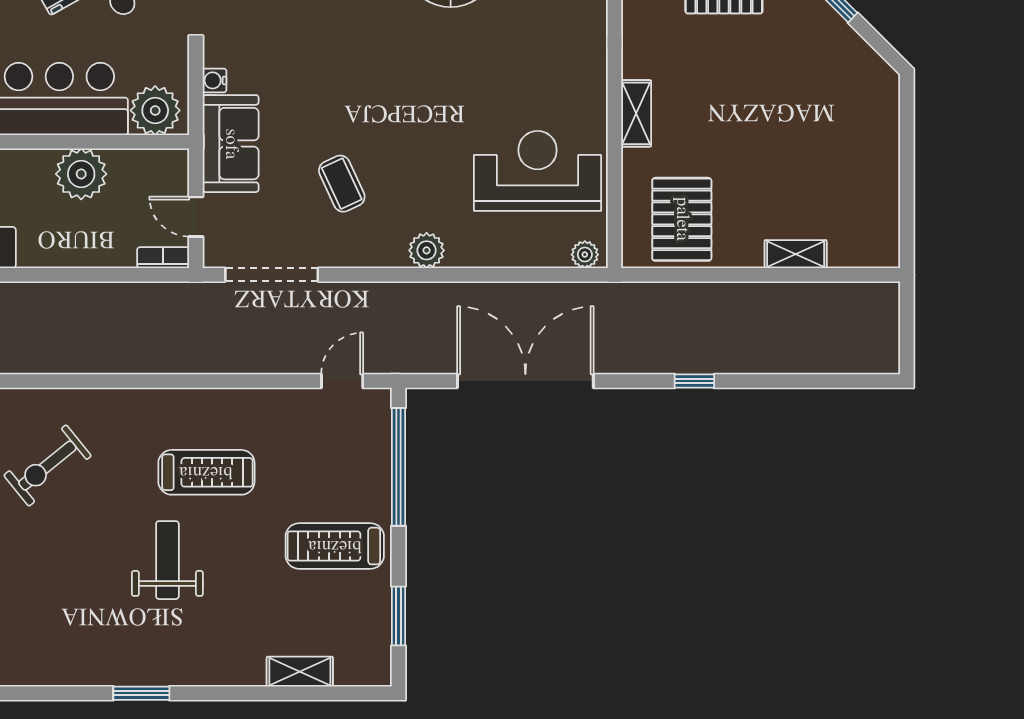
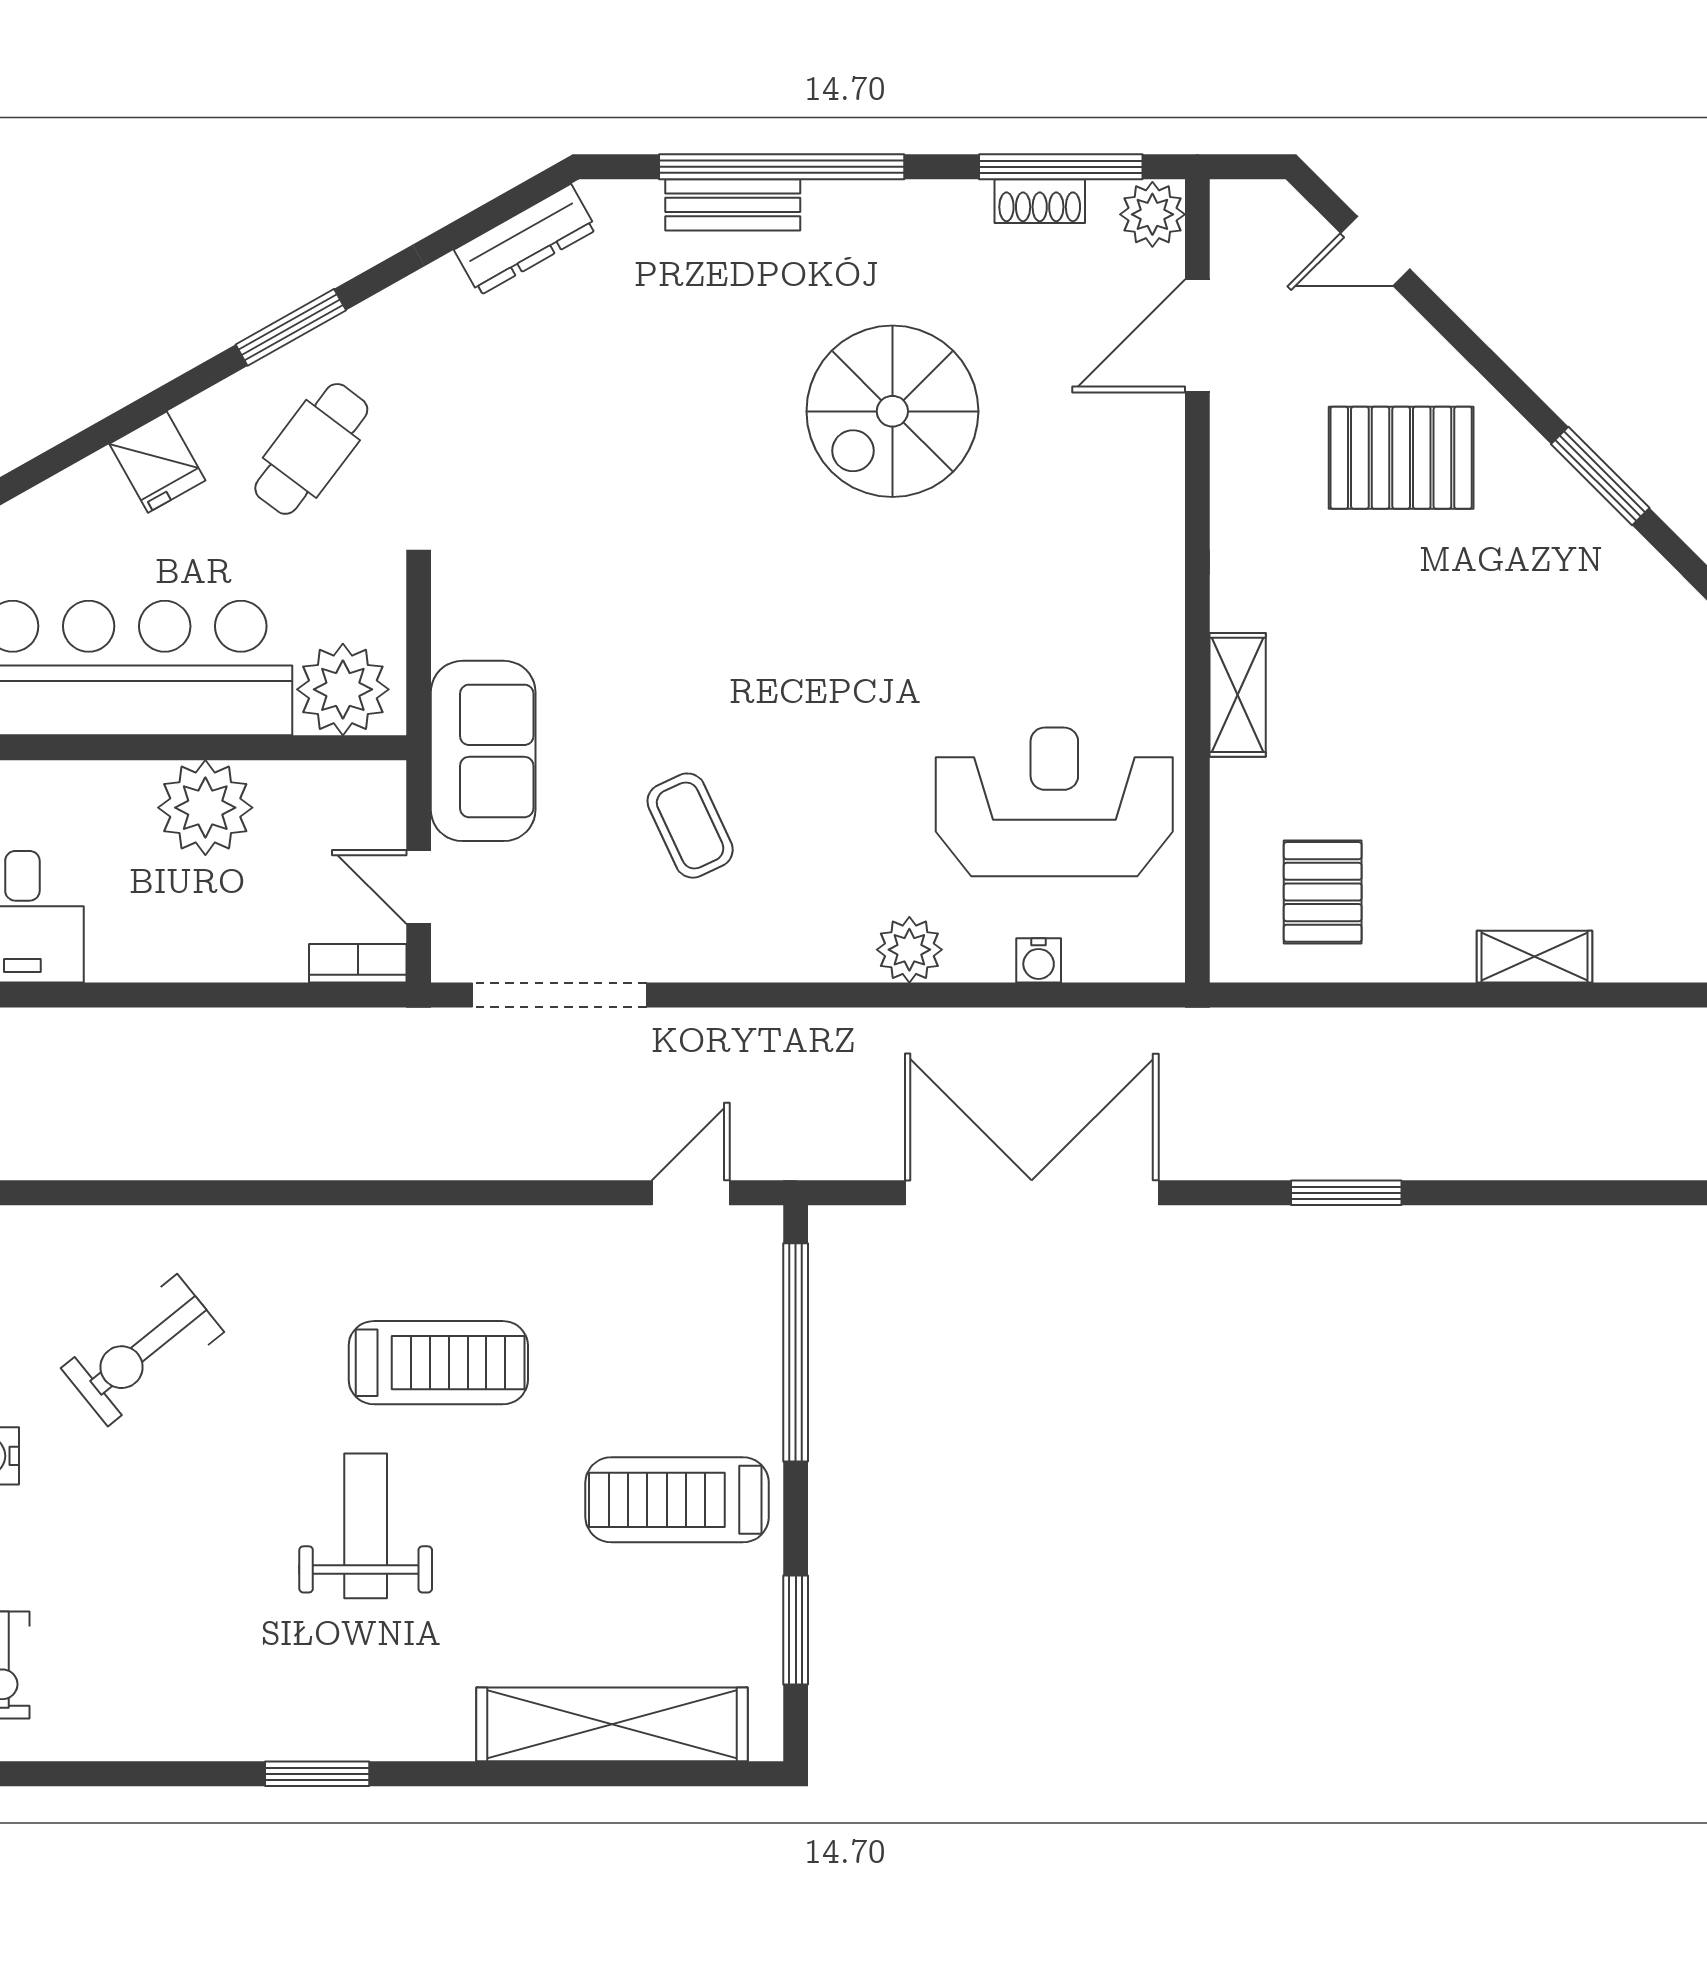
water cooler: (214, 80) -> (1039, 960), moved, turned -90
pallet: (682, 219) -> (1323, 892), width x0.67, depth x0.71
plant: (427, 250) -> (909, 950), moved
plant: (585, 255) -> (1142, 957), removed
window: (694, 381) -> (1346, 1193), width x1.50
shelving: (300, 672) -> (612, 1724), width x2.20, depth x1.33

